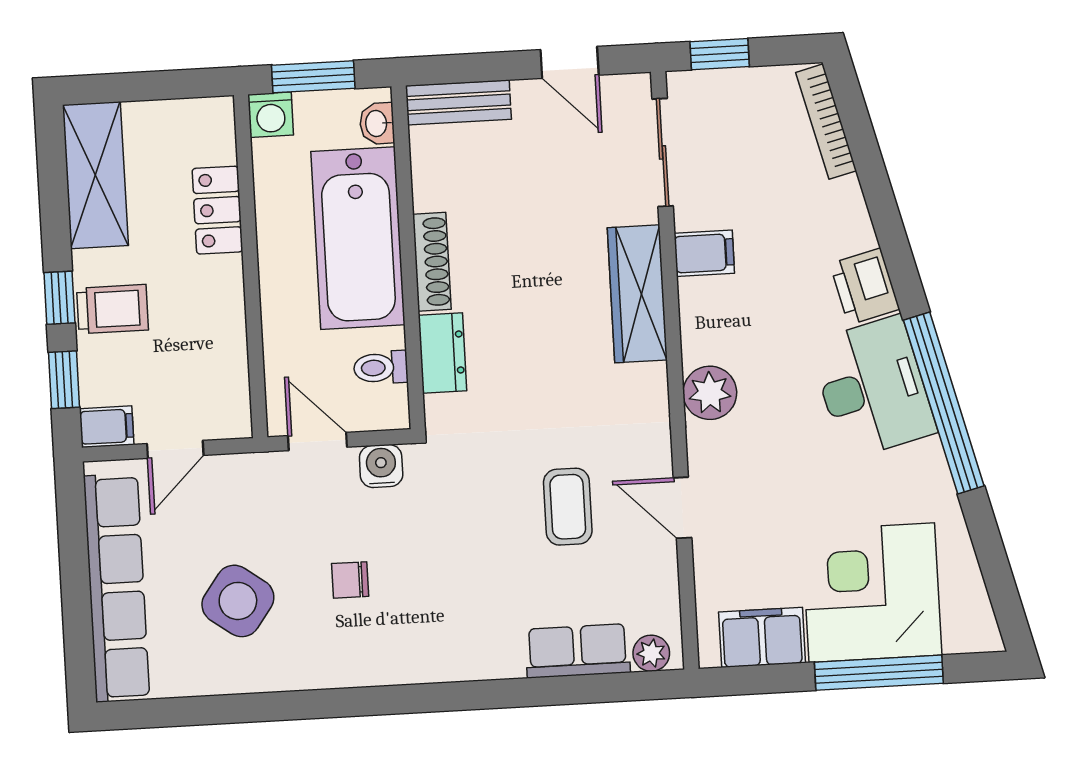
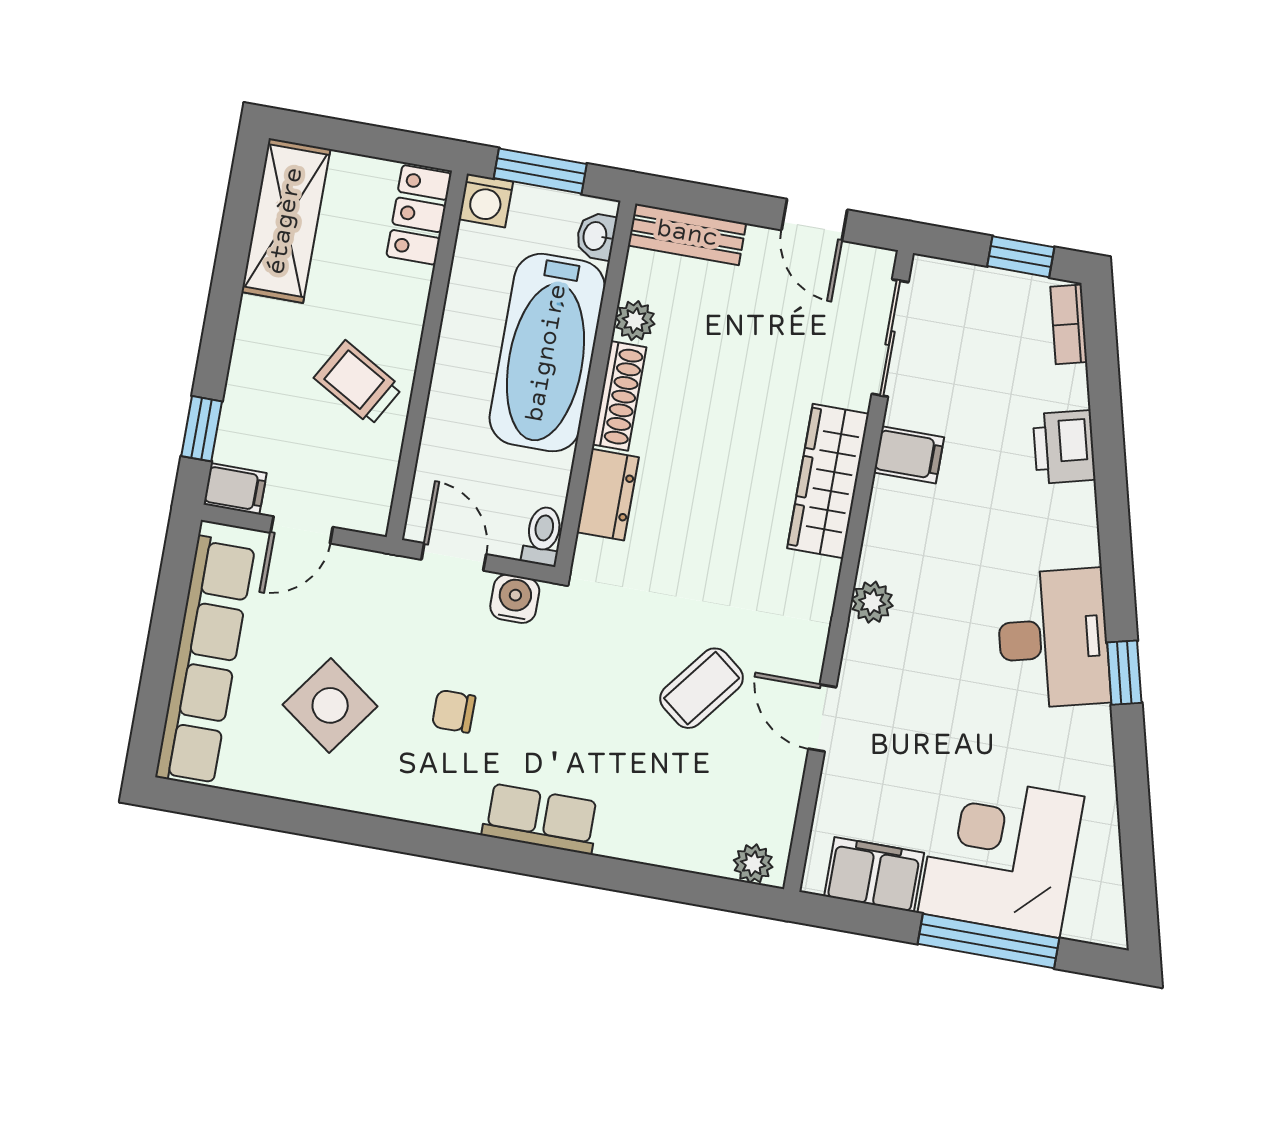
window: (720, 54) -> (1021, 257), moved
bookcase: (826, 122) -> (1069, 324), width x0.64
plant: (430, 191) -> (635, 321), added
locker: (217, 210) -> (419, 215), moved
printer: (865, 287) -> (1064, 447), moved
window: (59, 298) -> (217, 341), removed
trolley: (112, 309) -> (358, 383), moved, turned -150
toilet: (381, 368) -> (543, 536), moved, turned 90
plant: (710, 393) -> (872, 602), width x0.73, depth x0.73
window: (944, 403) -> (1124, 673), width x0.32
coffee table: (568, 507) -> (702, 688), turned 38
row of seats: (578, 651) -> (541, 819), moved

